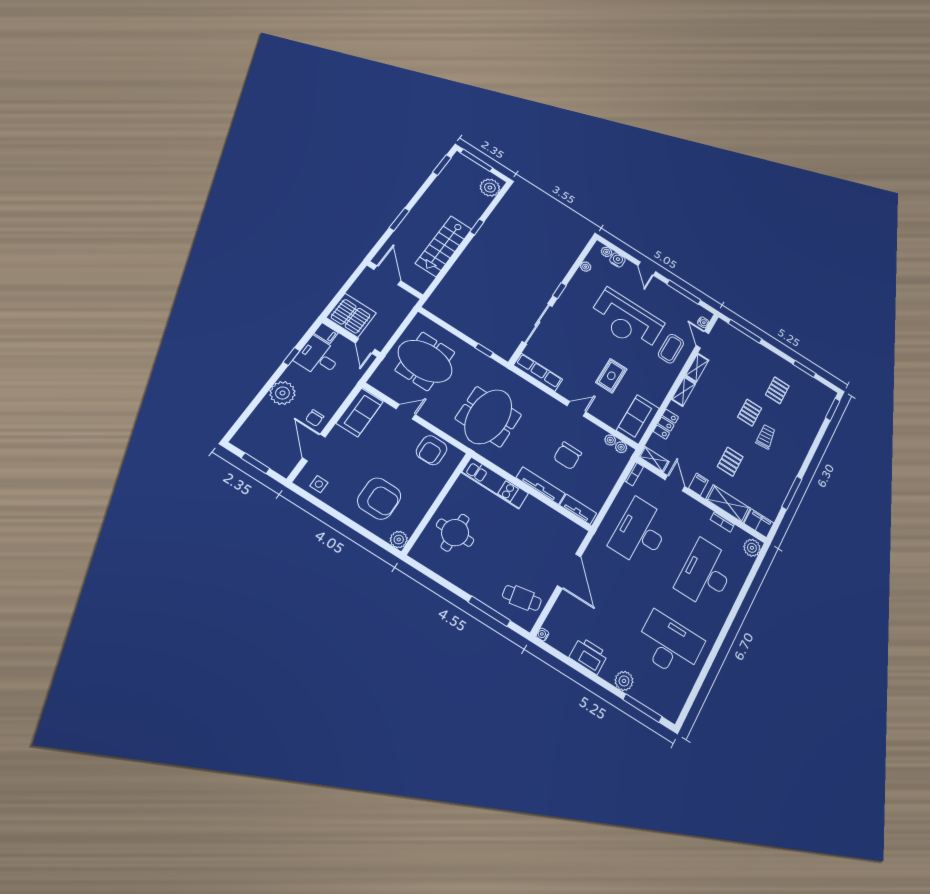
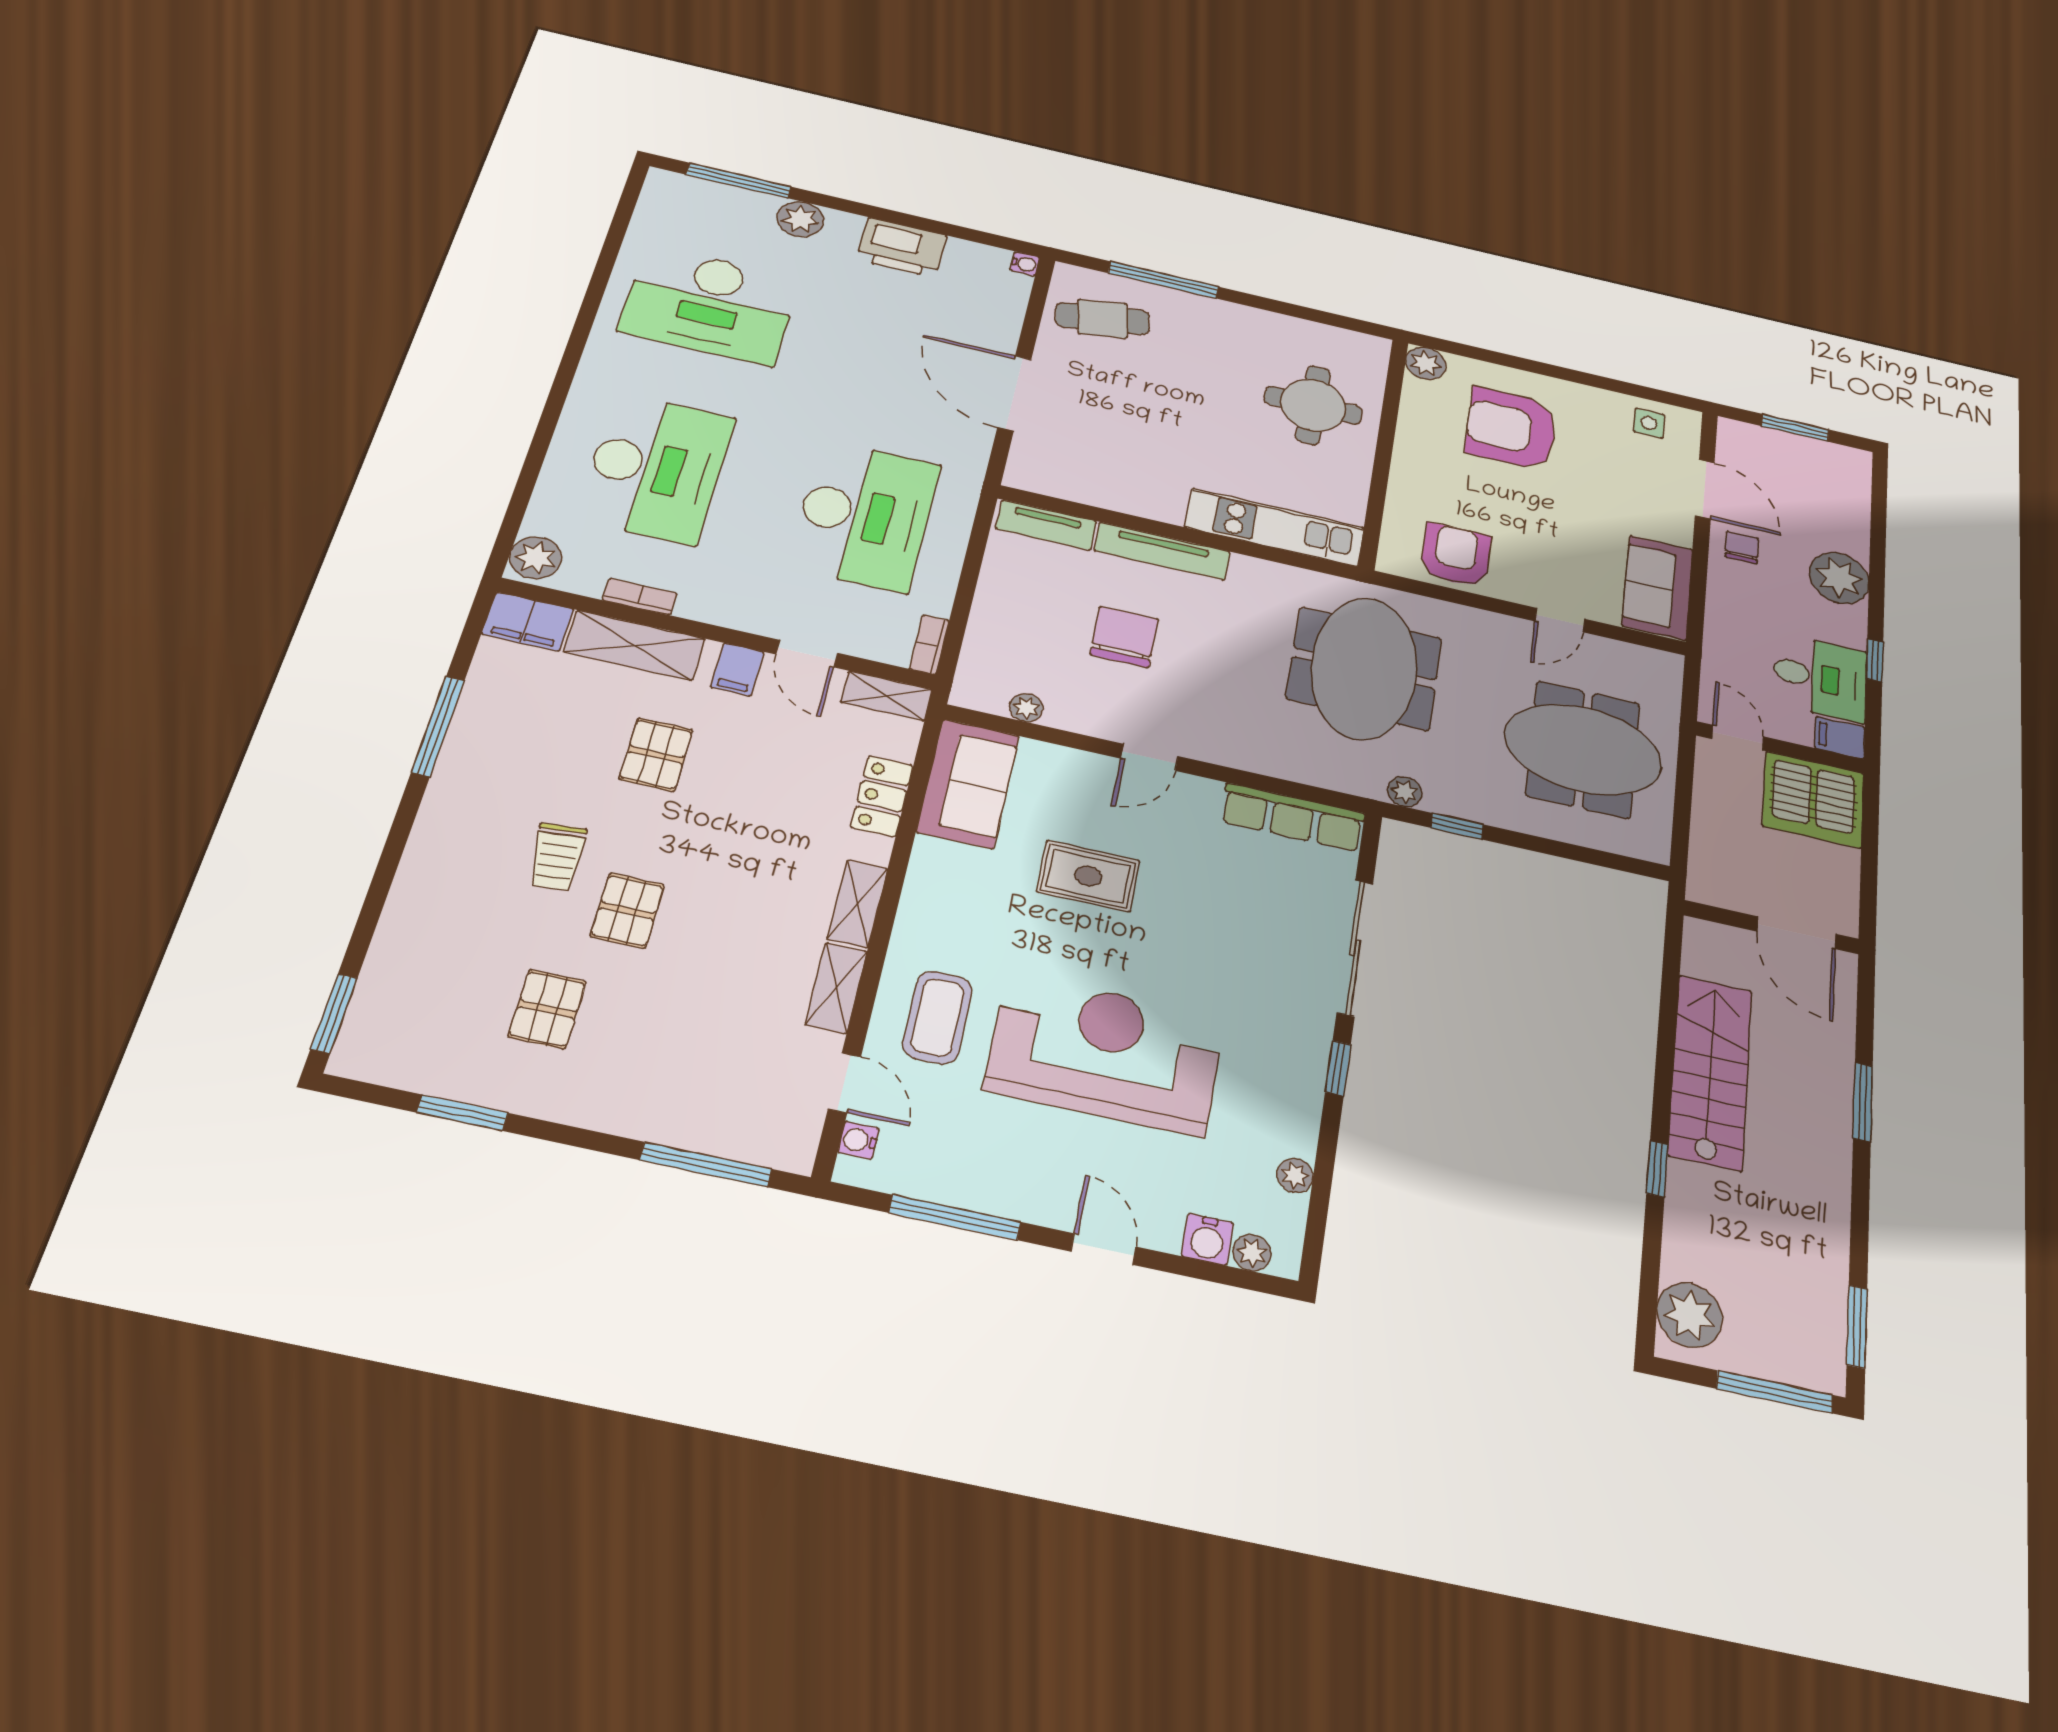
rug: (611, 376) -> (1088, 876), turned 90
plant: (621, 447) -> (1405, 792), moved

